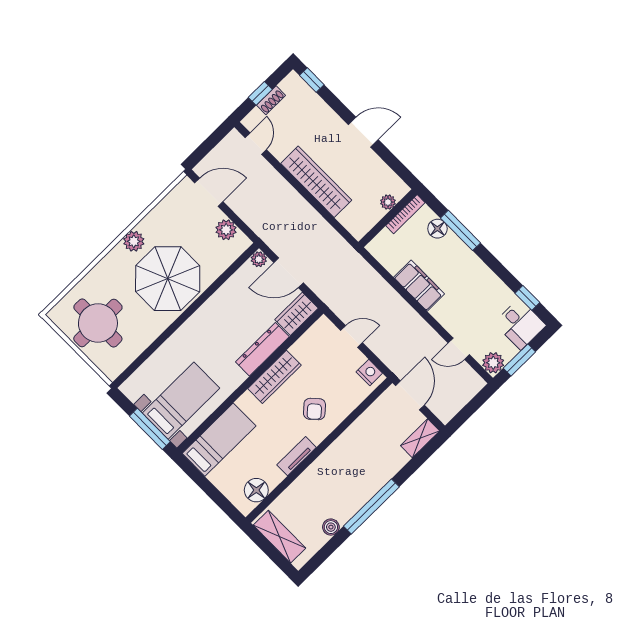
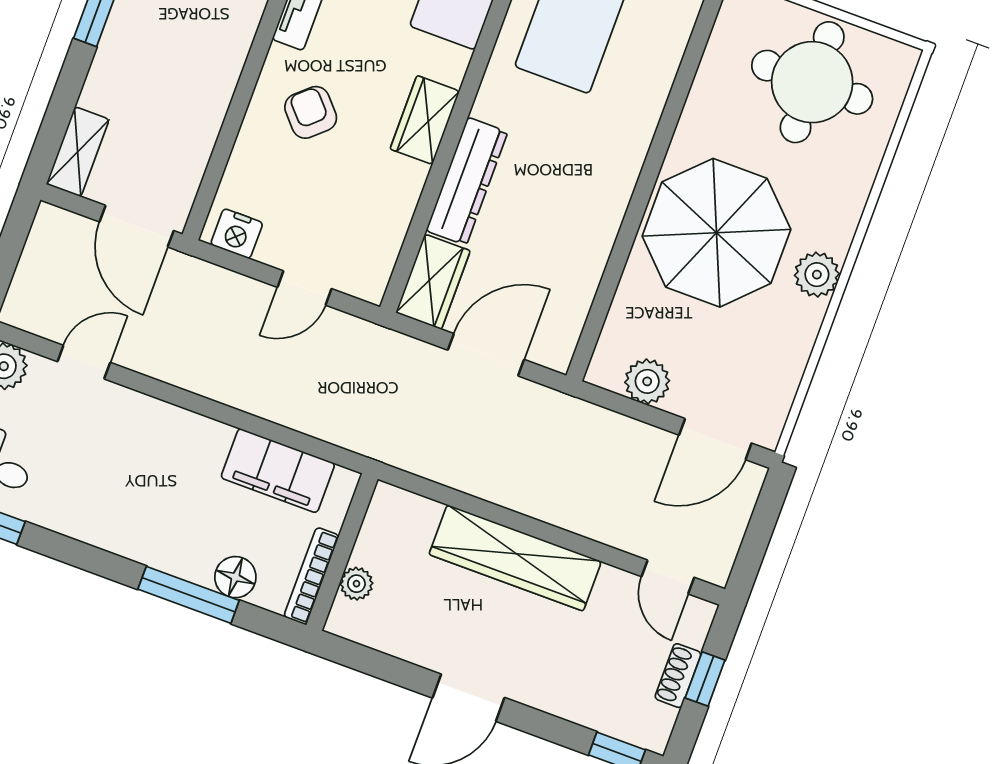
plant: (259, 259) -> (556, 354), removed
filing cabinet: (419, 286) -> (278, 471), moved
wardrobe: (274, 377) -> (425, 120), width x0.67

